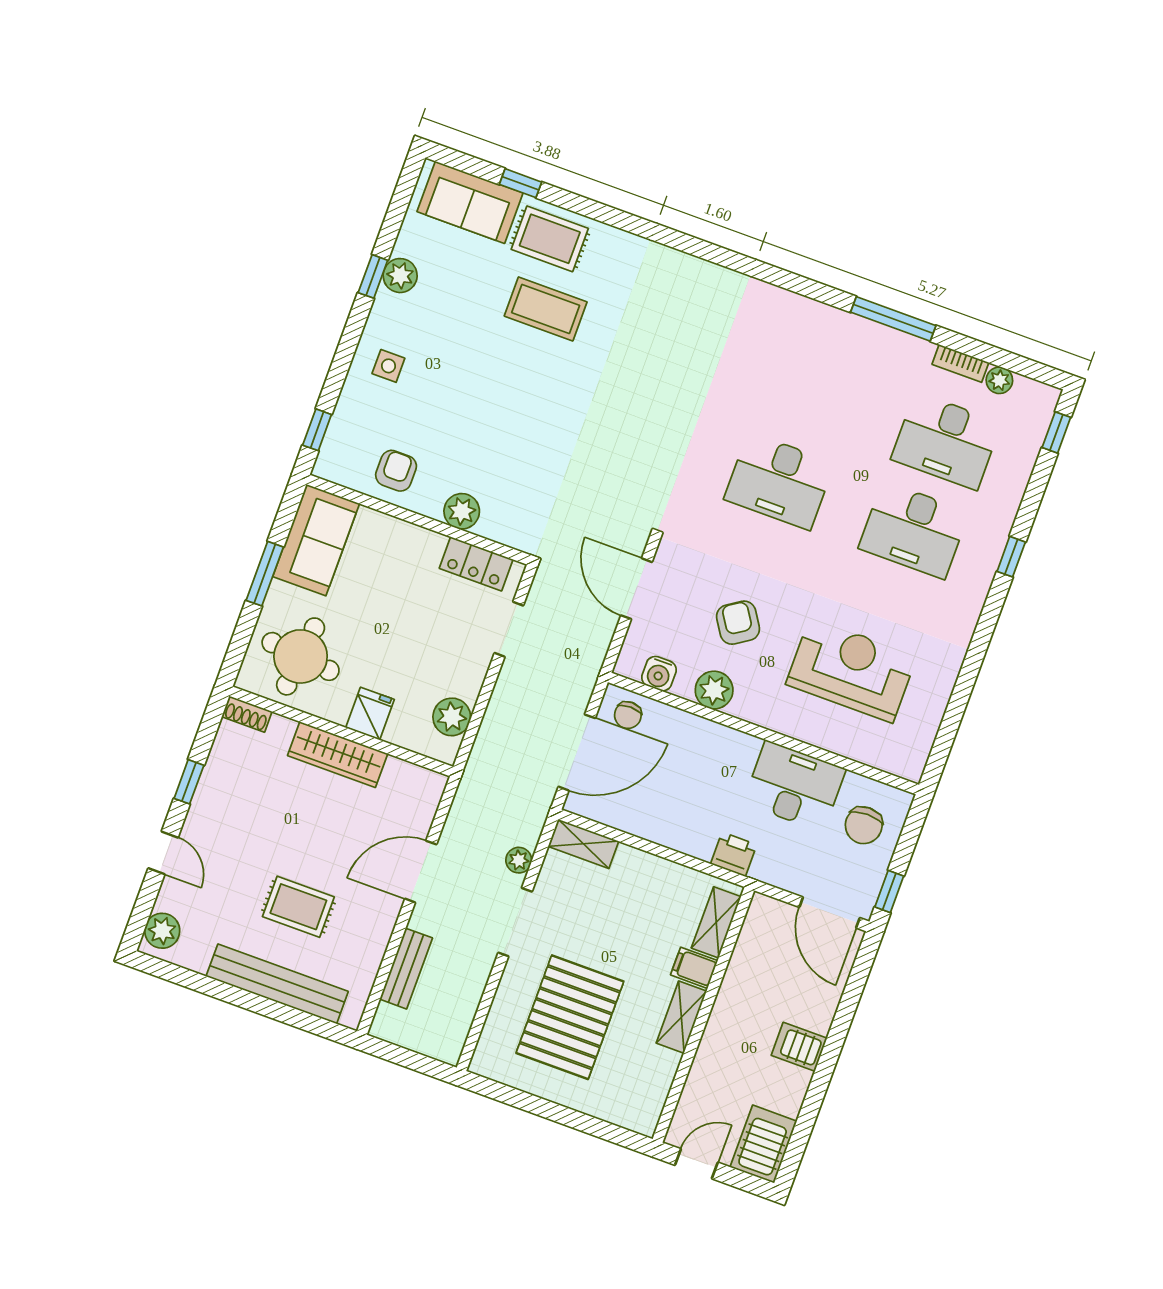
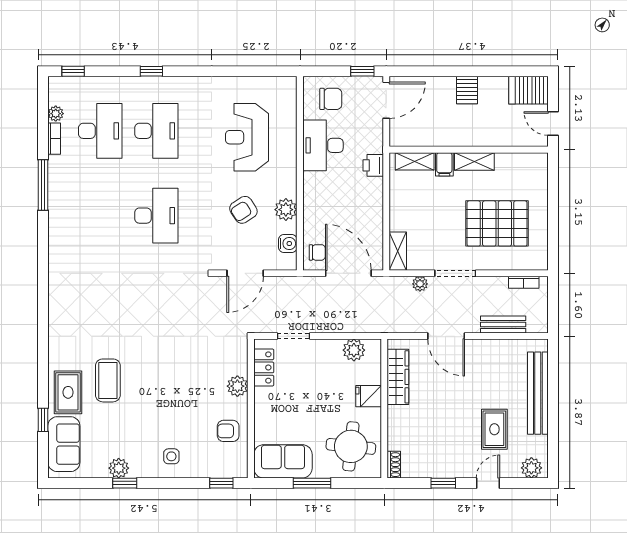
wardrobe: (338, 755) -> (398, 377), moved
rug: (298, 907) -> (494, 429), moved
bookcase: (461, 1026) -> (524, 282), added

